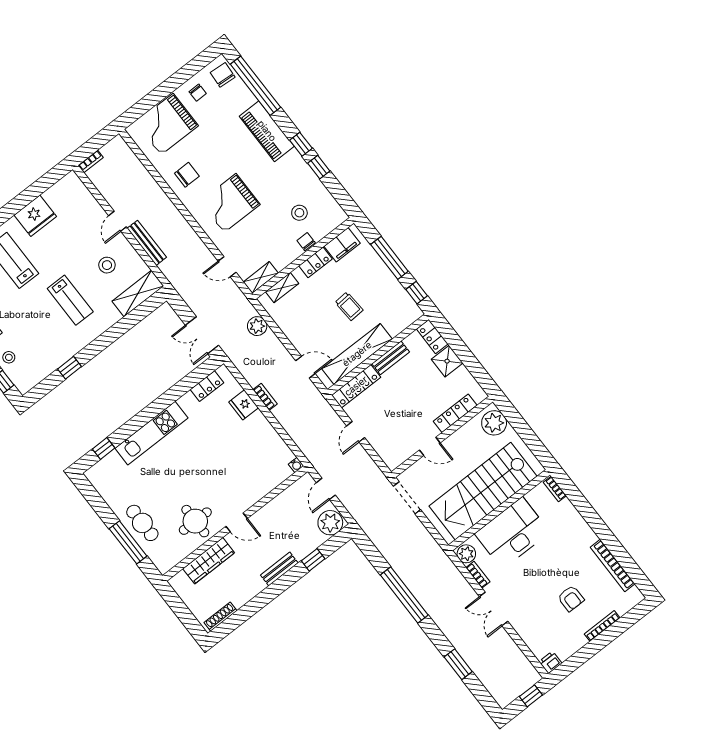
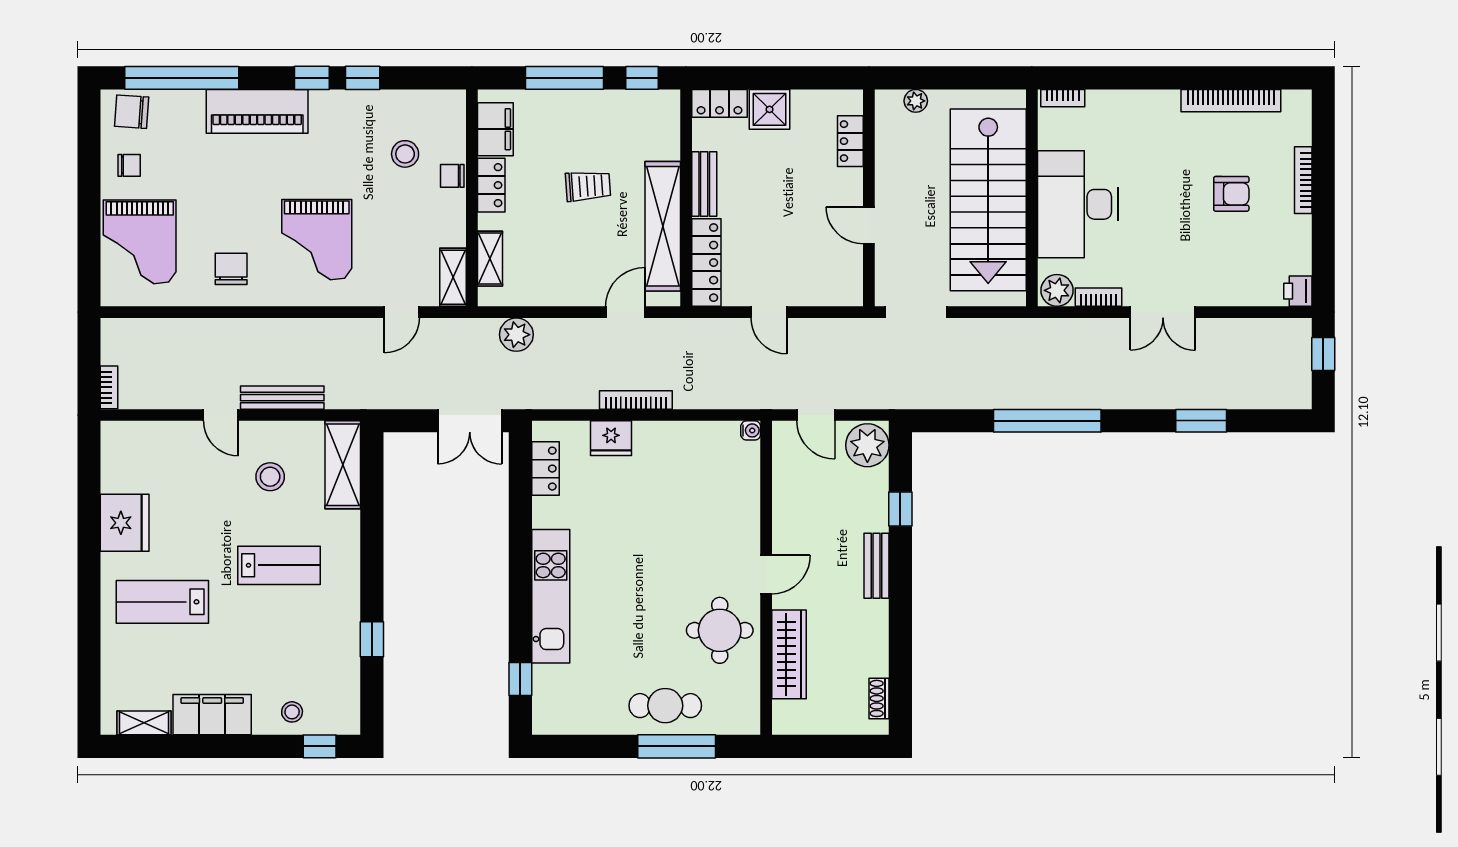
bookcase: (265, 397) -> (636, 400), width x1.56
locker: (455, 413) -> (850, 141), width x0.66
plant: (494, 423) -> (916, 101), width x0.53, depth x0.53
door: (430, 446) -> (869, 225), swing flipped
shoe rack: (220, 617) -> (879, 698), width x0.70

